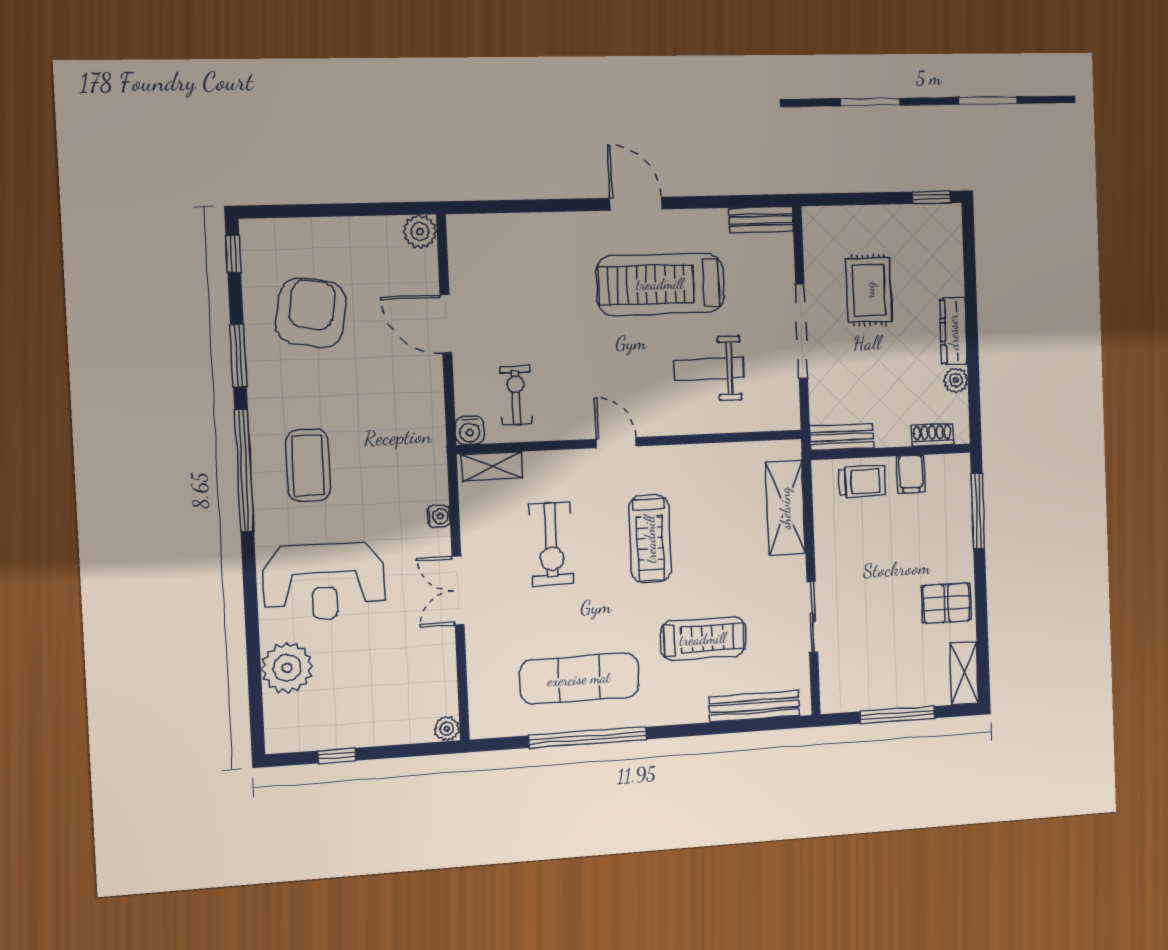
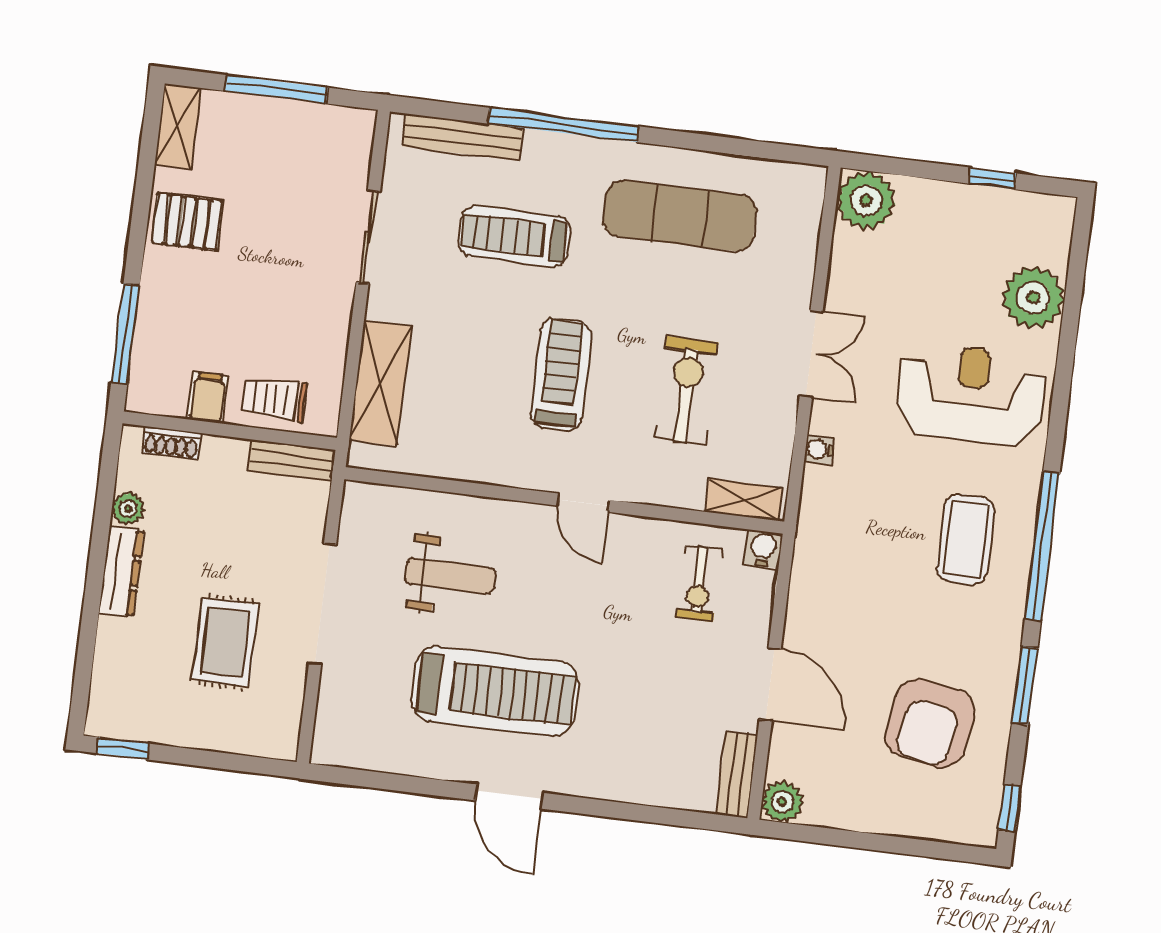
bench: (761, 220) -> (737, 775), moved, turned 90
plant: (447, 729) -> (866, 200), width x1.88, depth x1.88
window: (588, 737) -> (563, 125), moved

